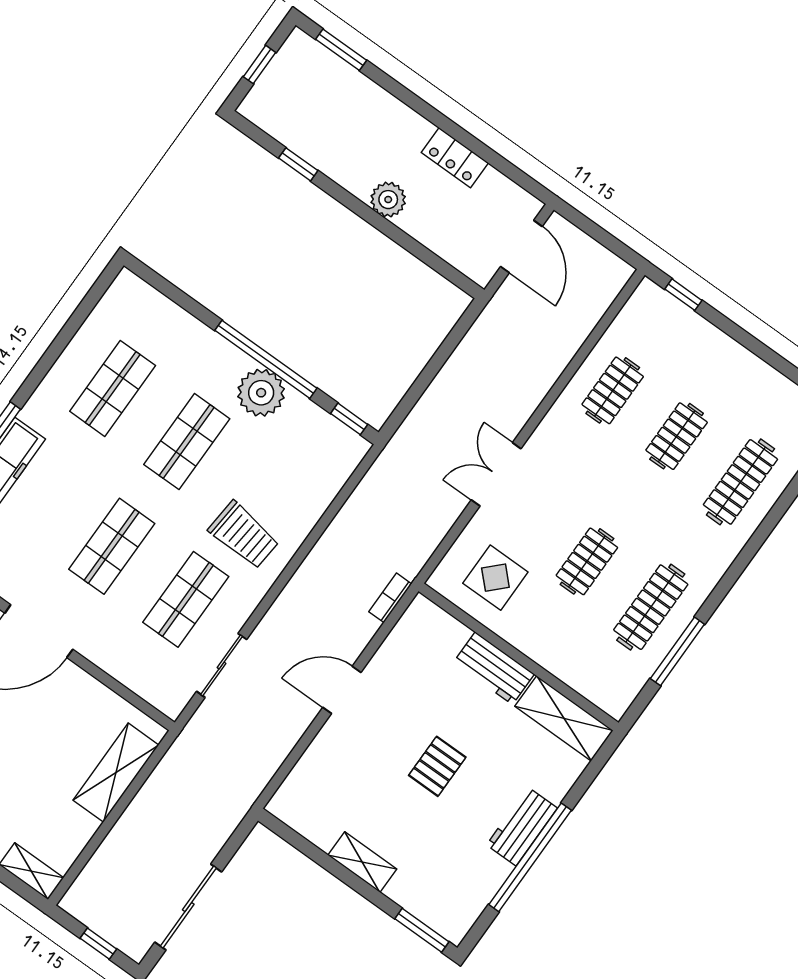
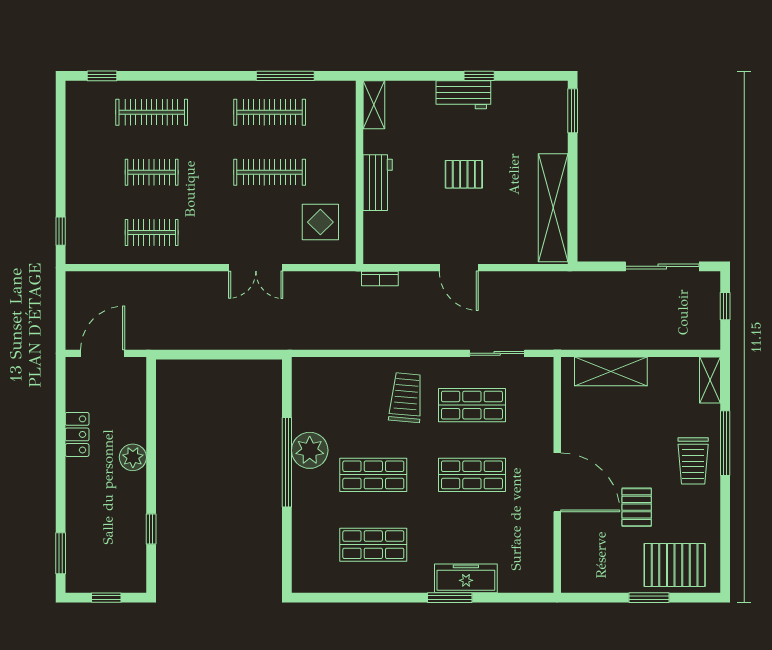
window: (349, 419) -> (287, 384), removed
clothes rail: (587, 561) -> (270, 172), width x1.36
shelving: (564, 718) -> (374, 105), width x0.67, depth x0.75
window: (530, 857) -> (479, 76), width x0.32
shelving: (362, 862) -> (553, 208), width x2.20, depth x1.33

